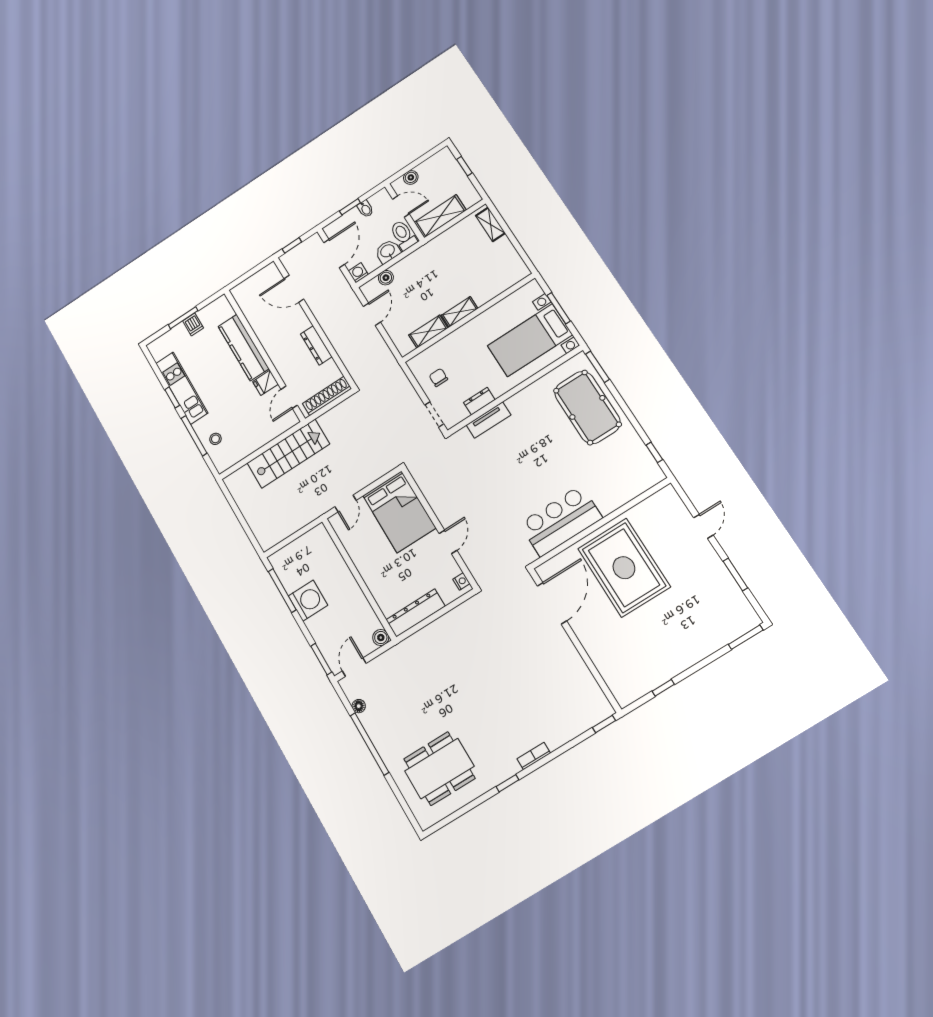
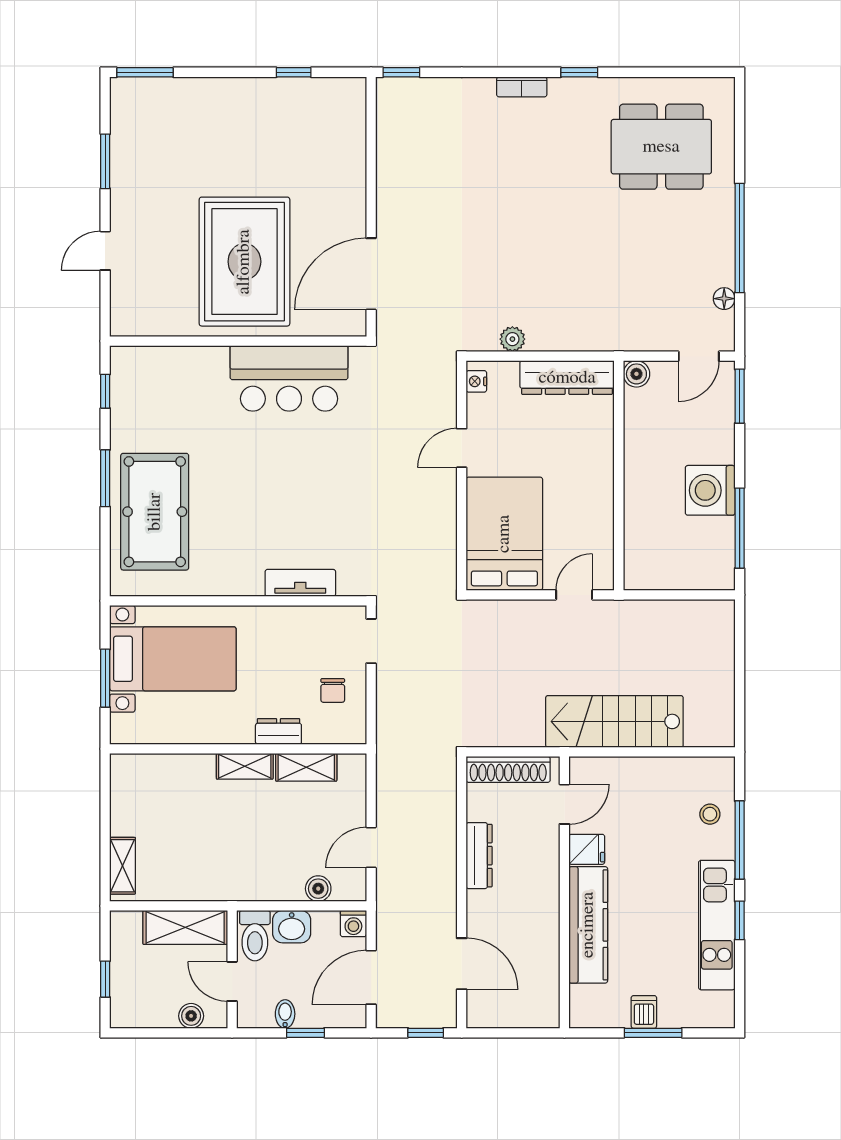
window: (597, 367) -> (105, 478), moved
dresser: (479, 401) -> (278, 731), moved, turned 180
plant: (456, 615) -> (512, 339), added

